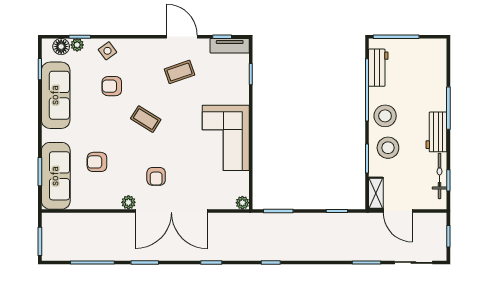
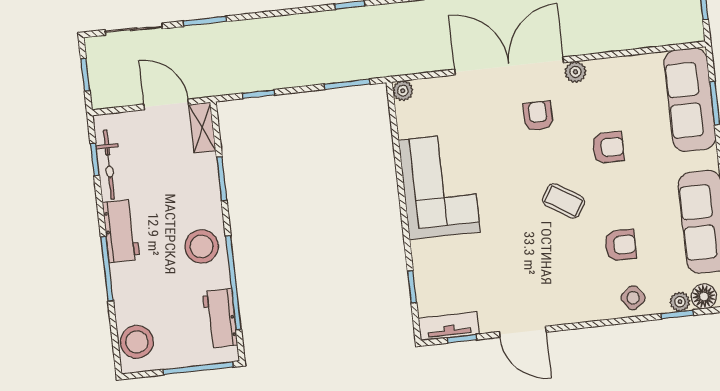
coffee table: (180, 72) -> (520, 278), removed
stool: (388, 148) -> (137, 342), moved
armchair: (97, 162) -> (608, 147), moved

